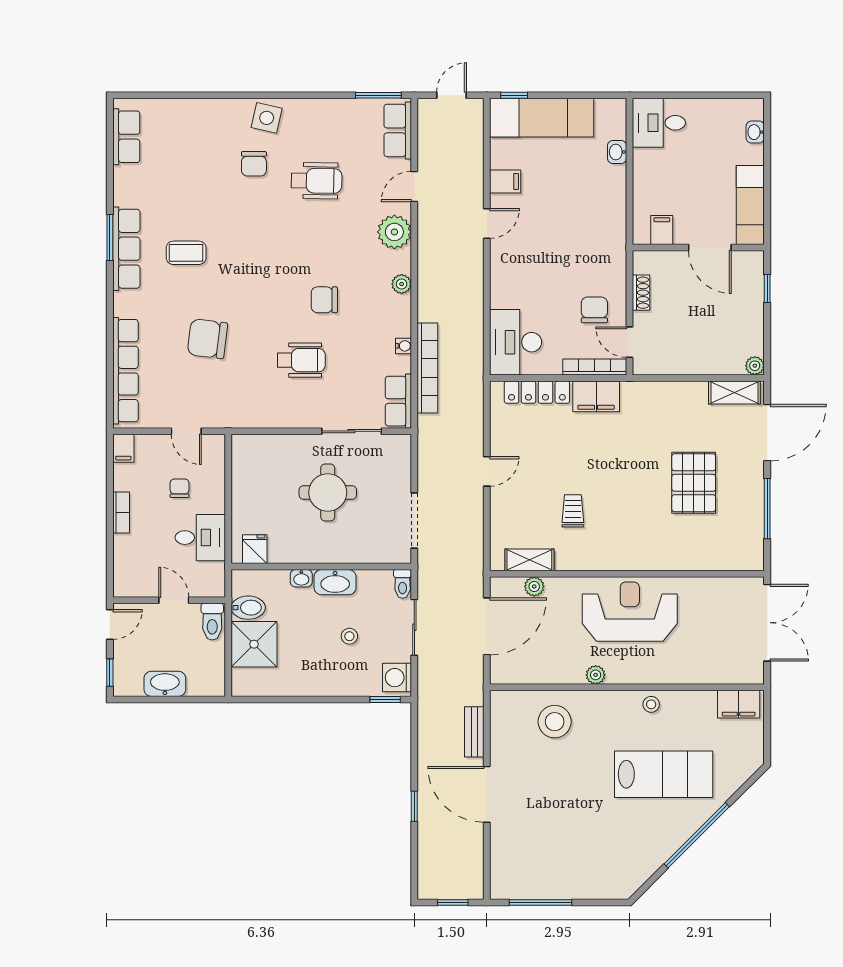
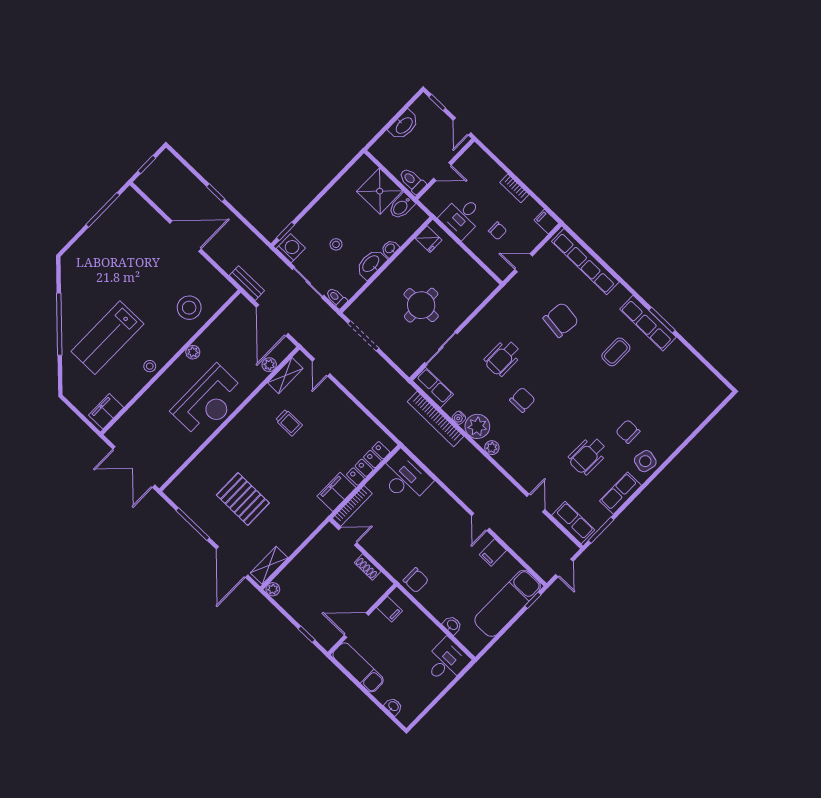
row of seats: (126, 137) -> (620, 493), moved, turned 90
plant: (394, 232) -> (477, 426), moved
chair: (594, 310) -> (416, 580), moved
door: (487, 471) -> (321, 368), moved
bench: (474, 732) -> (247, 283), moved

